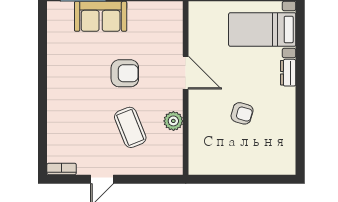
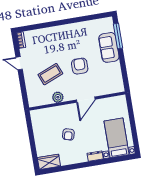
armchair: (125, 73) -> (80, 66), turned 180
wardrobe: (285, 156) -> (49, 162), added

